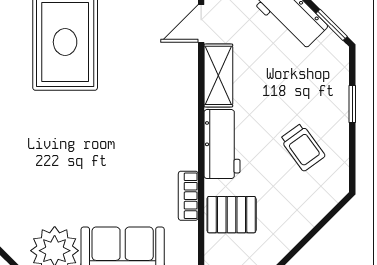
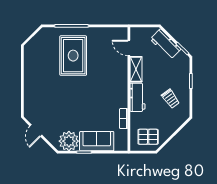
door: (201, 23) -> (129, 48), hinge flipped
pallet: (232, 215) -> (148, 137), moved

